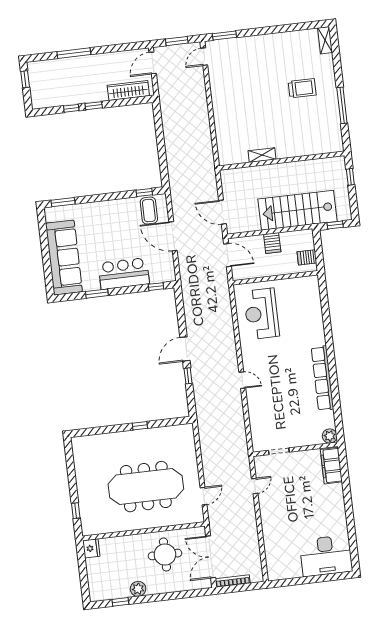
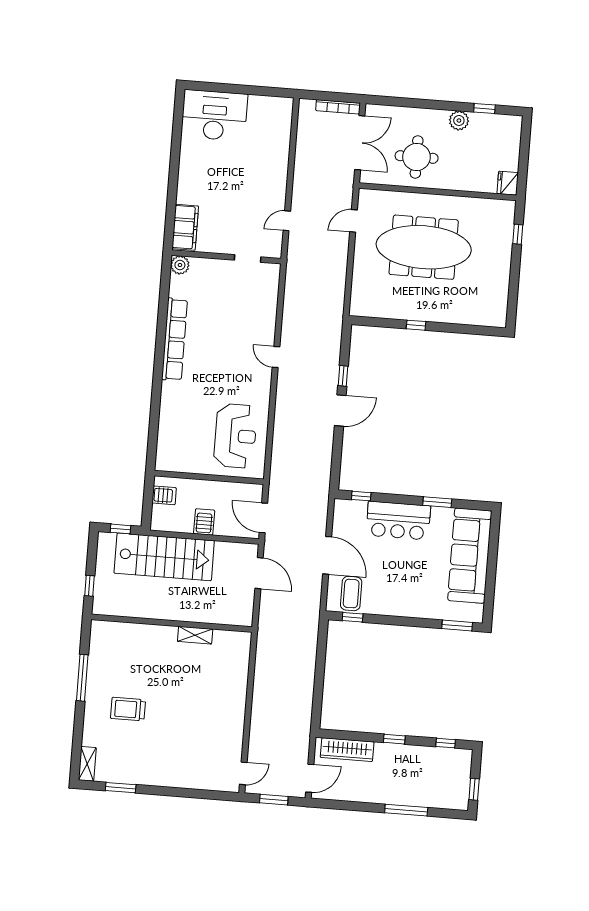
window: (224, 35) -> (121, 788), moved
window: (71, 108) -> (446, 743), moved

